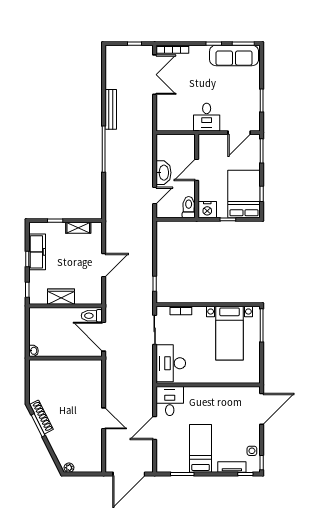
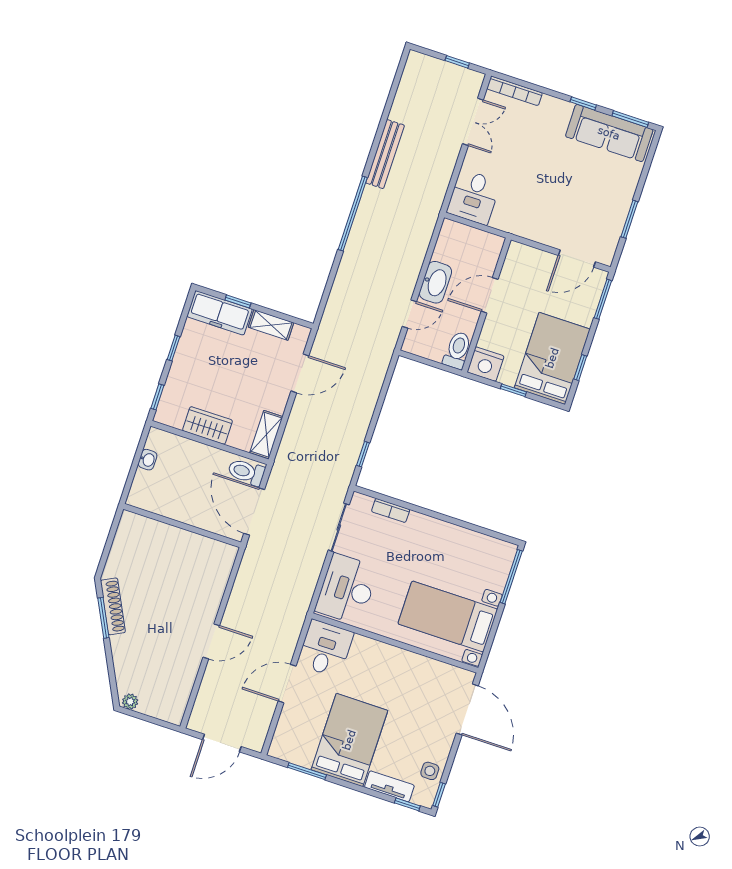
double door: (155, 75) -> (473, 122), width x0.73
desk: (207, 117) -> (474, 197), moved
freezer: (37, 252) -> (220, 313), moved, turned 90
door: (104, 265) -> (300, 373), moved
shelving: (96, 291) -> (266, 435), added
bed with nightstands: (230, 333) -> (448, 616), moved, turned 90
washbasin: (33, 351) -> (148, 460), moved
door: (262, 409) -> (467, 709), hinge flipped
door: (104, 418) -> (211, 641), hinge flipped
bed: (201, 448) -> (349, 740), width x1.50
door: (129, 474) -> (222, 743), width x0.73

